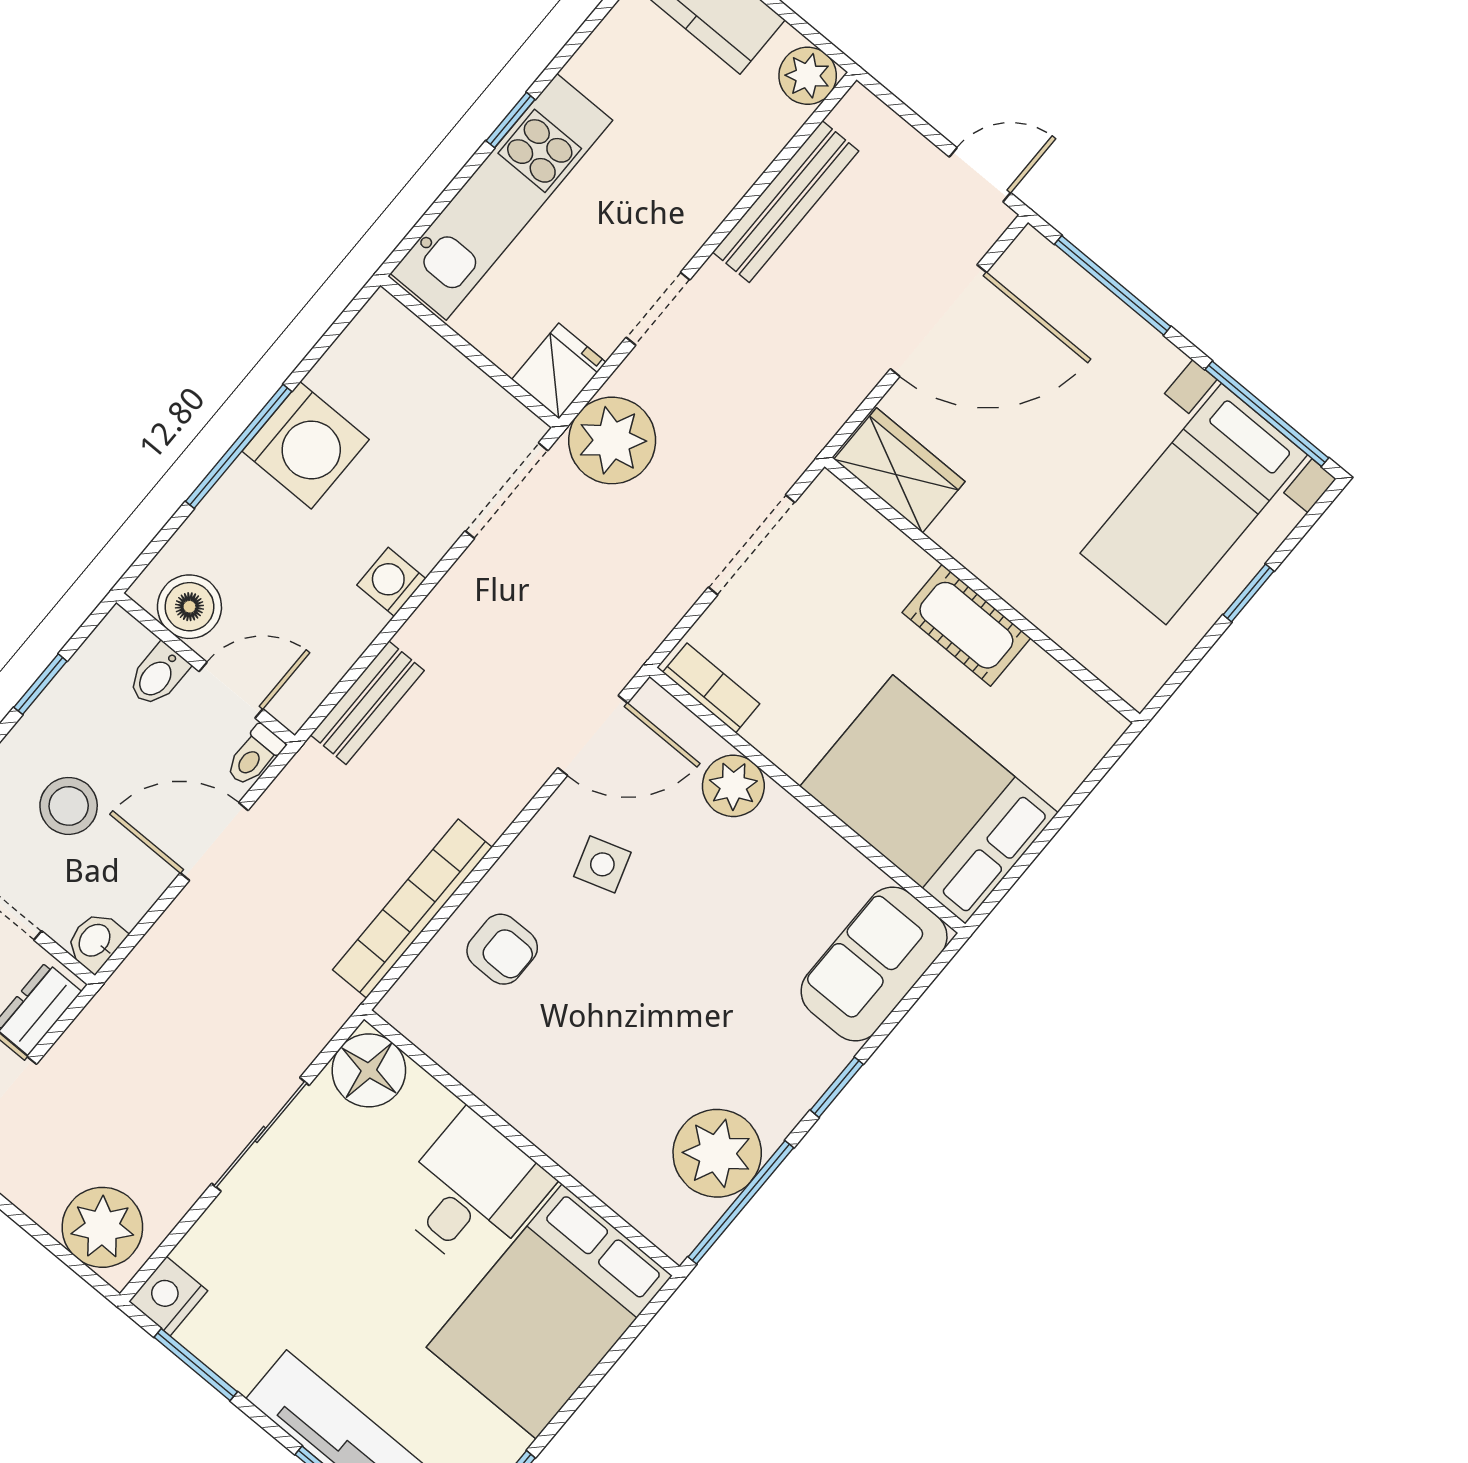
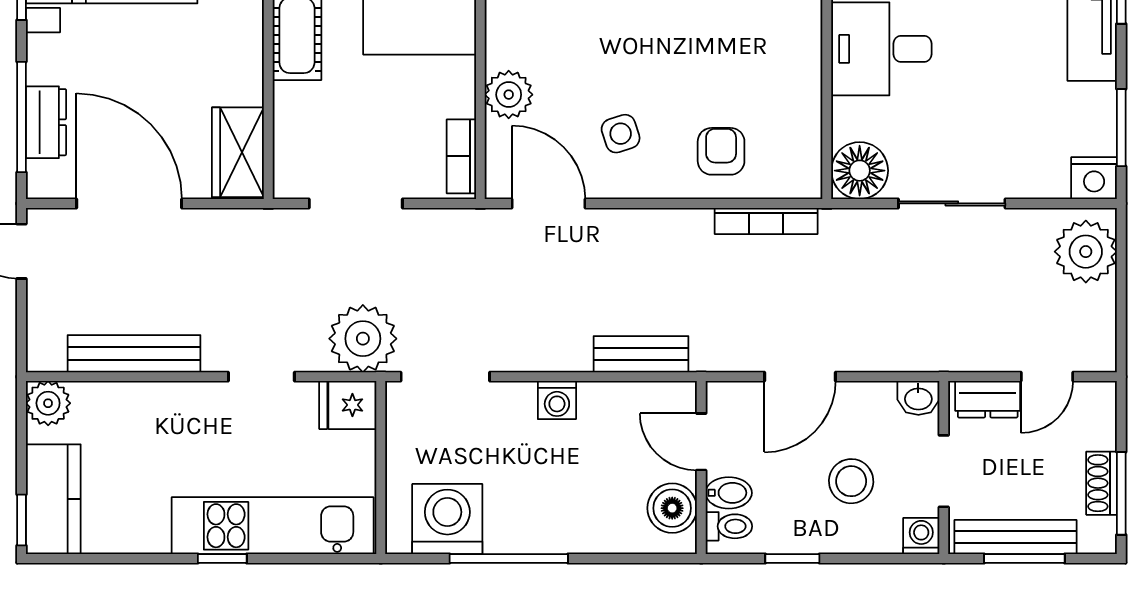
dresser: (1087, 305) -> (46, 122), added
washing machine: (306, 445) -> (447, 519), moved
window: (239, 446) -> (509, 559), moved
toilet: (254, 756) -> (729, 526), moved
door: (214, 842) -> (800, 377), hinge flipped
bookcase: (412, 909) -> (766, 221), width x0.68, depth x0.76

